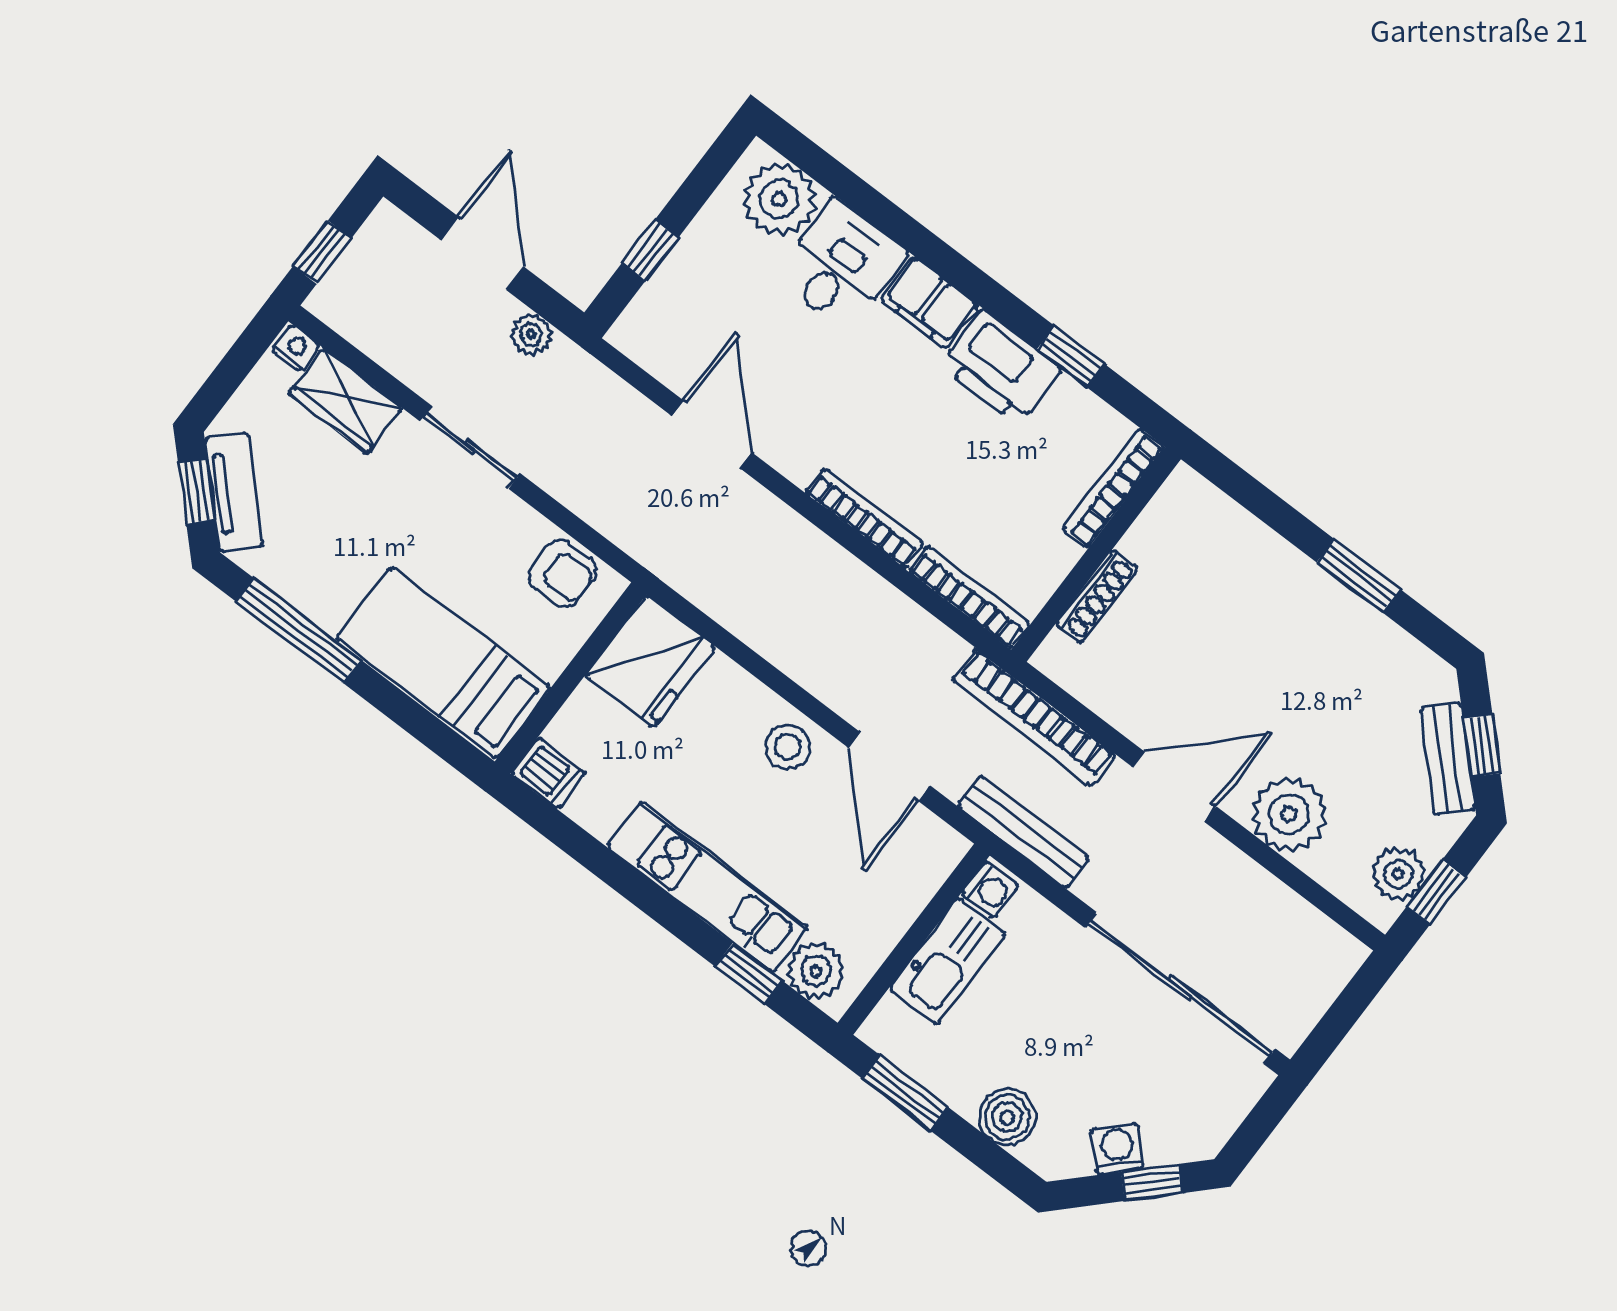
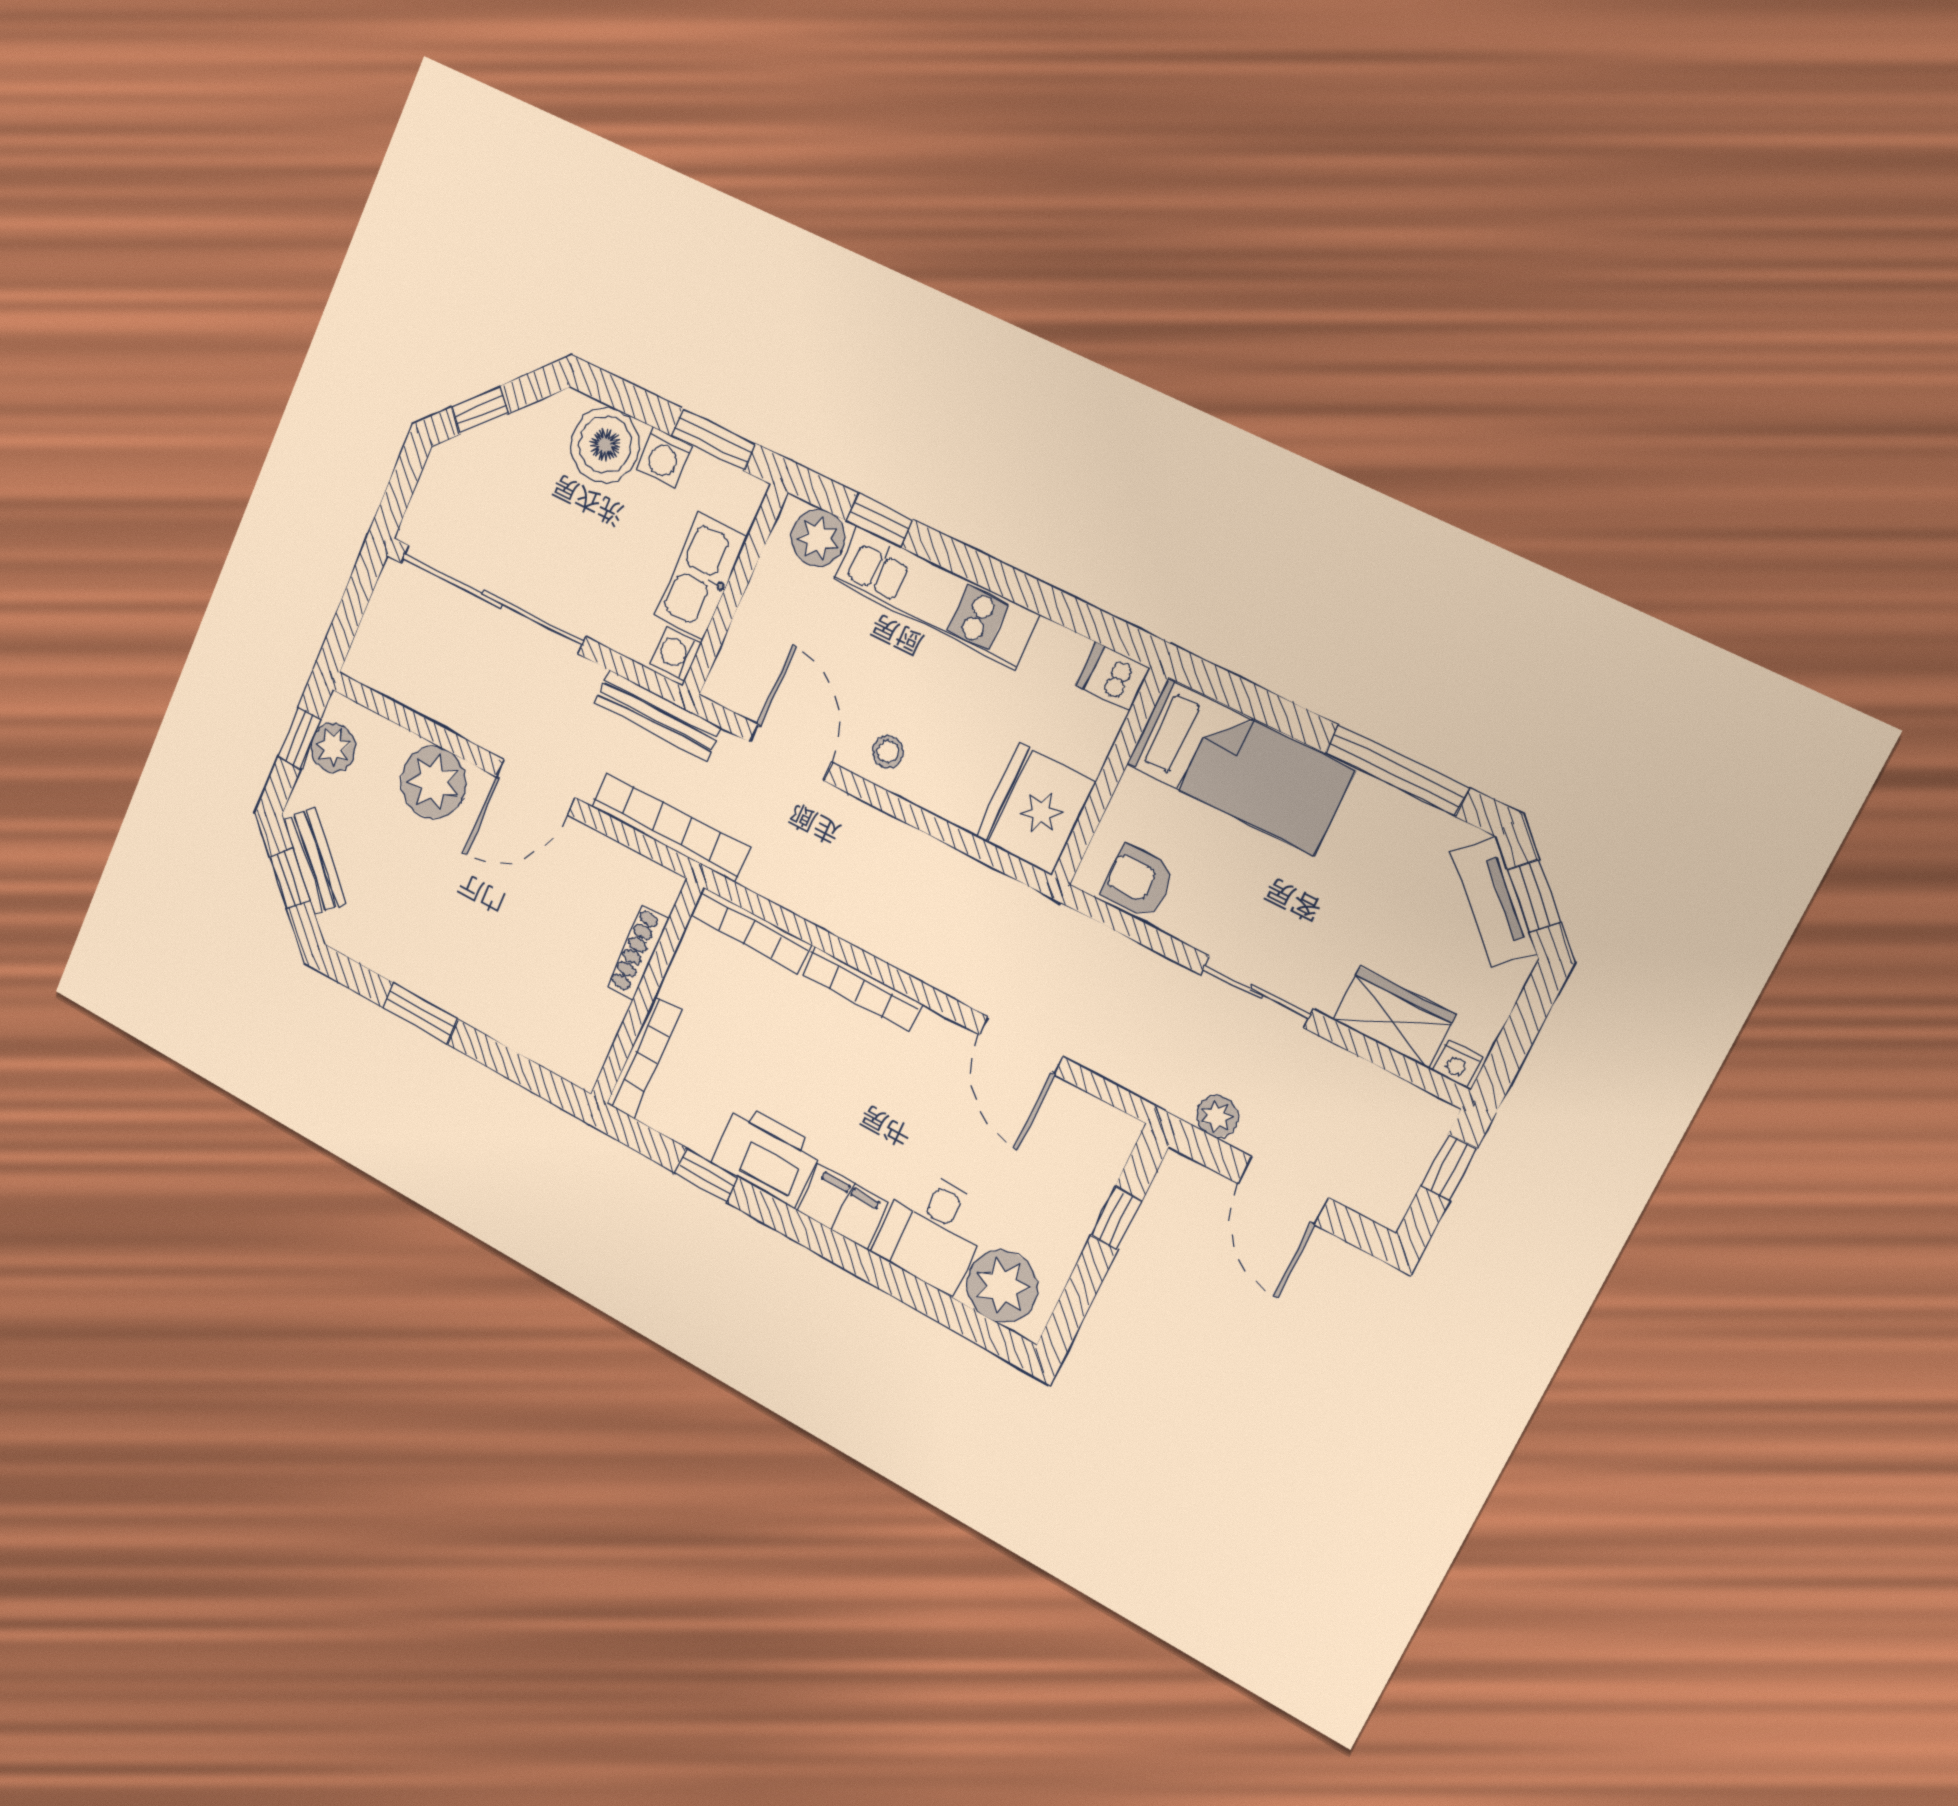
stool: (788, 747) -> (888, 752), width x0.73, depth x0.73
boiler: (1007, 1117) -> (605, 445), width x1.37, depth x1.37
washing machine: (1117, 1149) -> (664, 458), moved, turned 45

